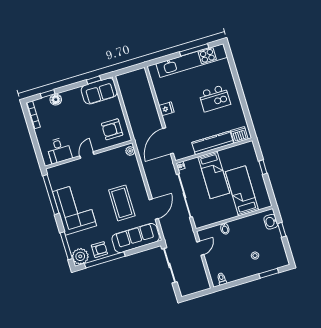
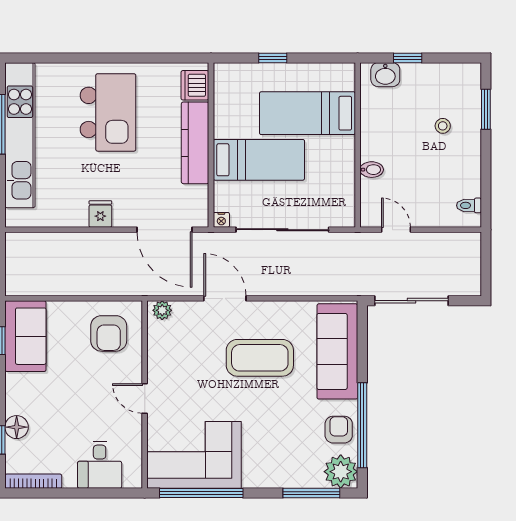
kitchen island: (215, 98) -> (108, 112), width x1.37, depth x1.28
desk: (59, 150) -> (100, 465), moved, turned 90
corner sofa: (74, 209) -> (194, 455), moved
door: (154, 209) -> (225, 298), moved

